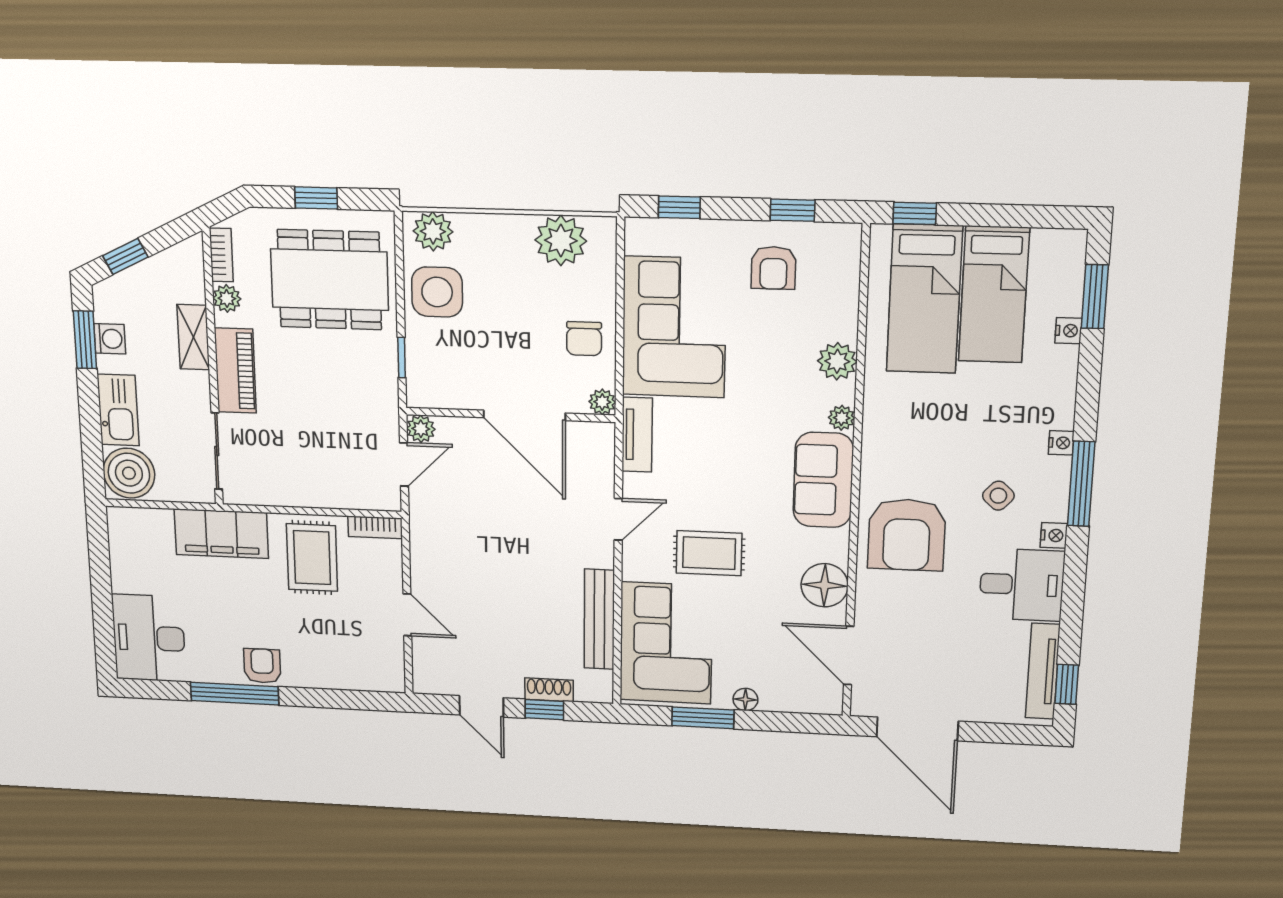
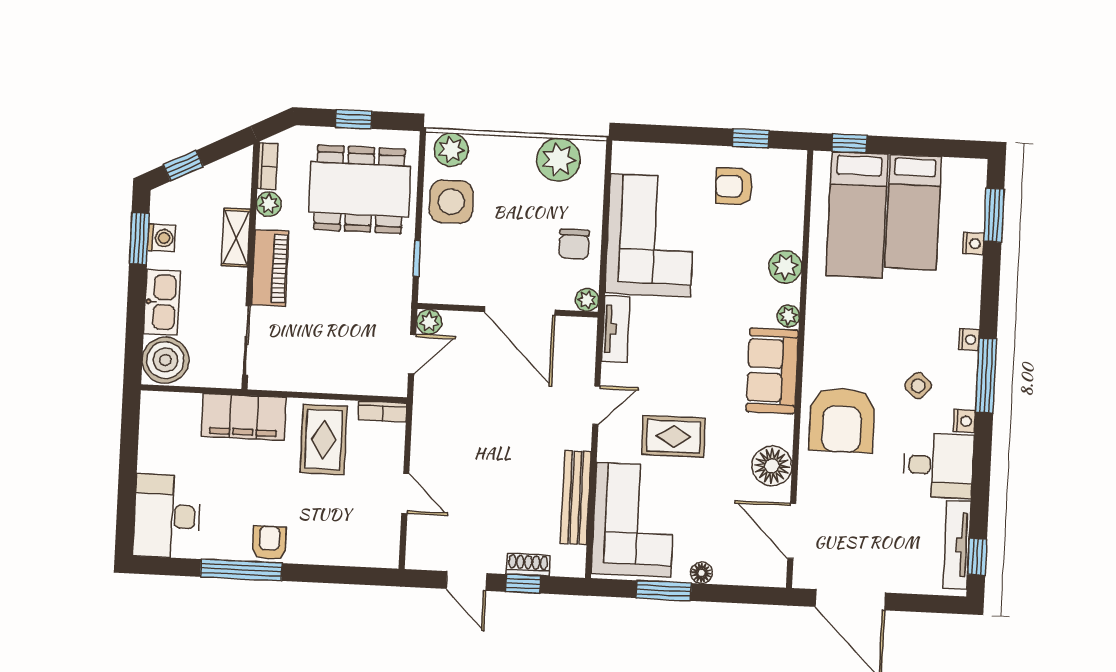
window: (679, 207) -> (658, 134), removed
armchair: (774, 268) -> (734, 186), turned 90

